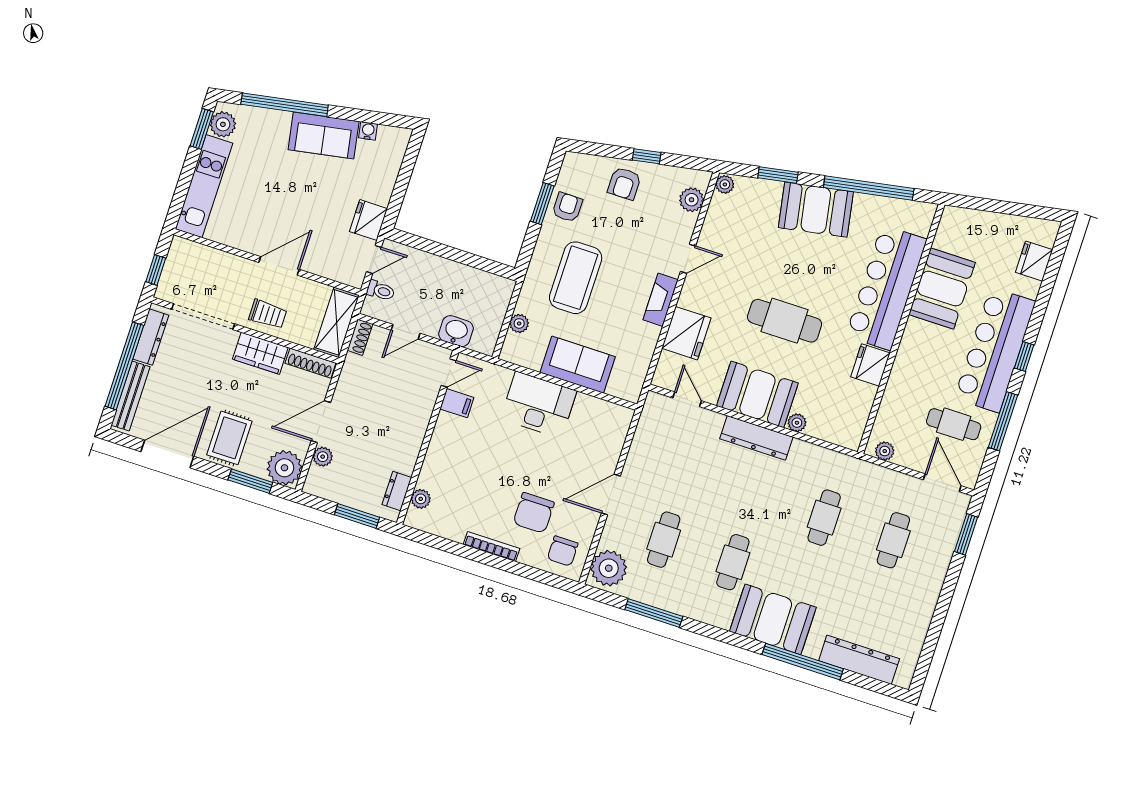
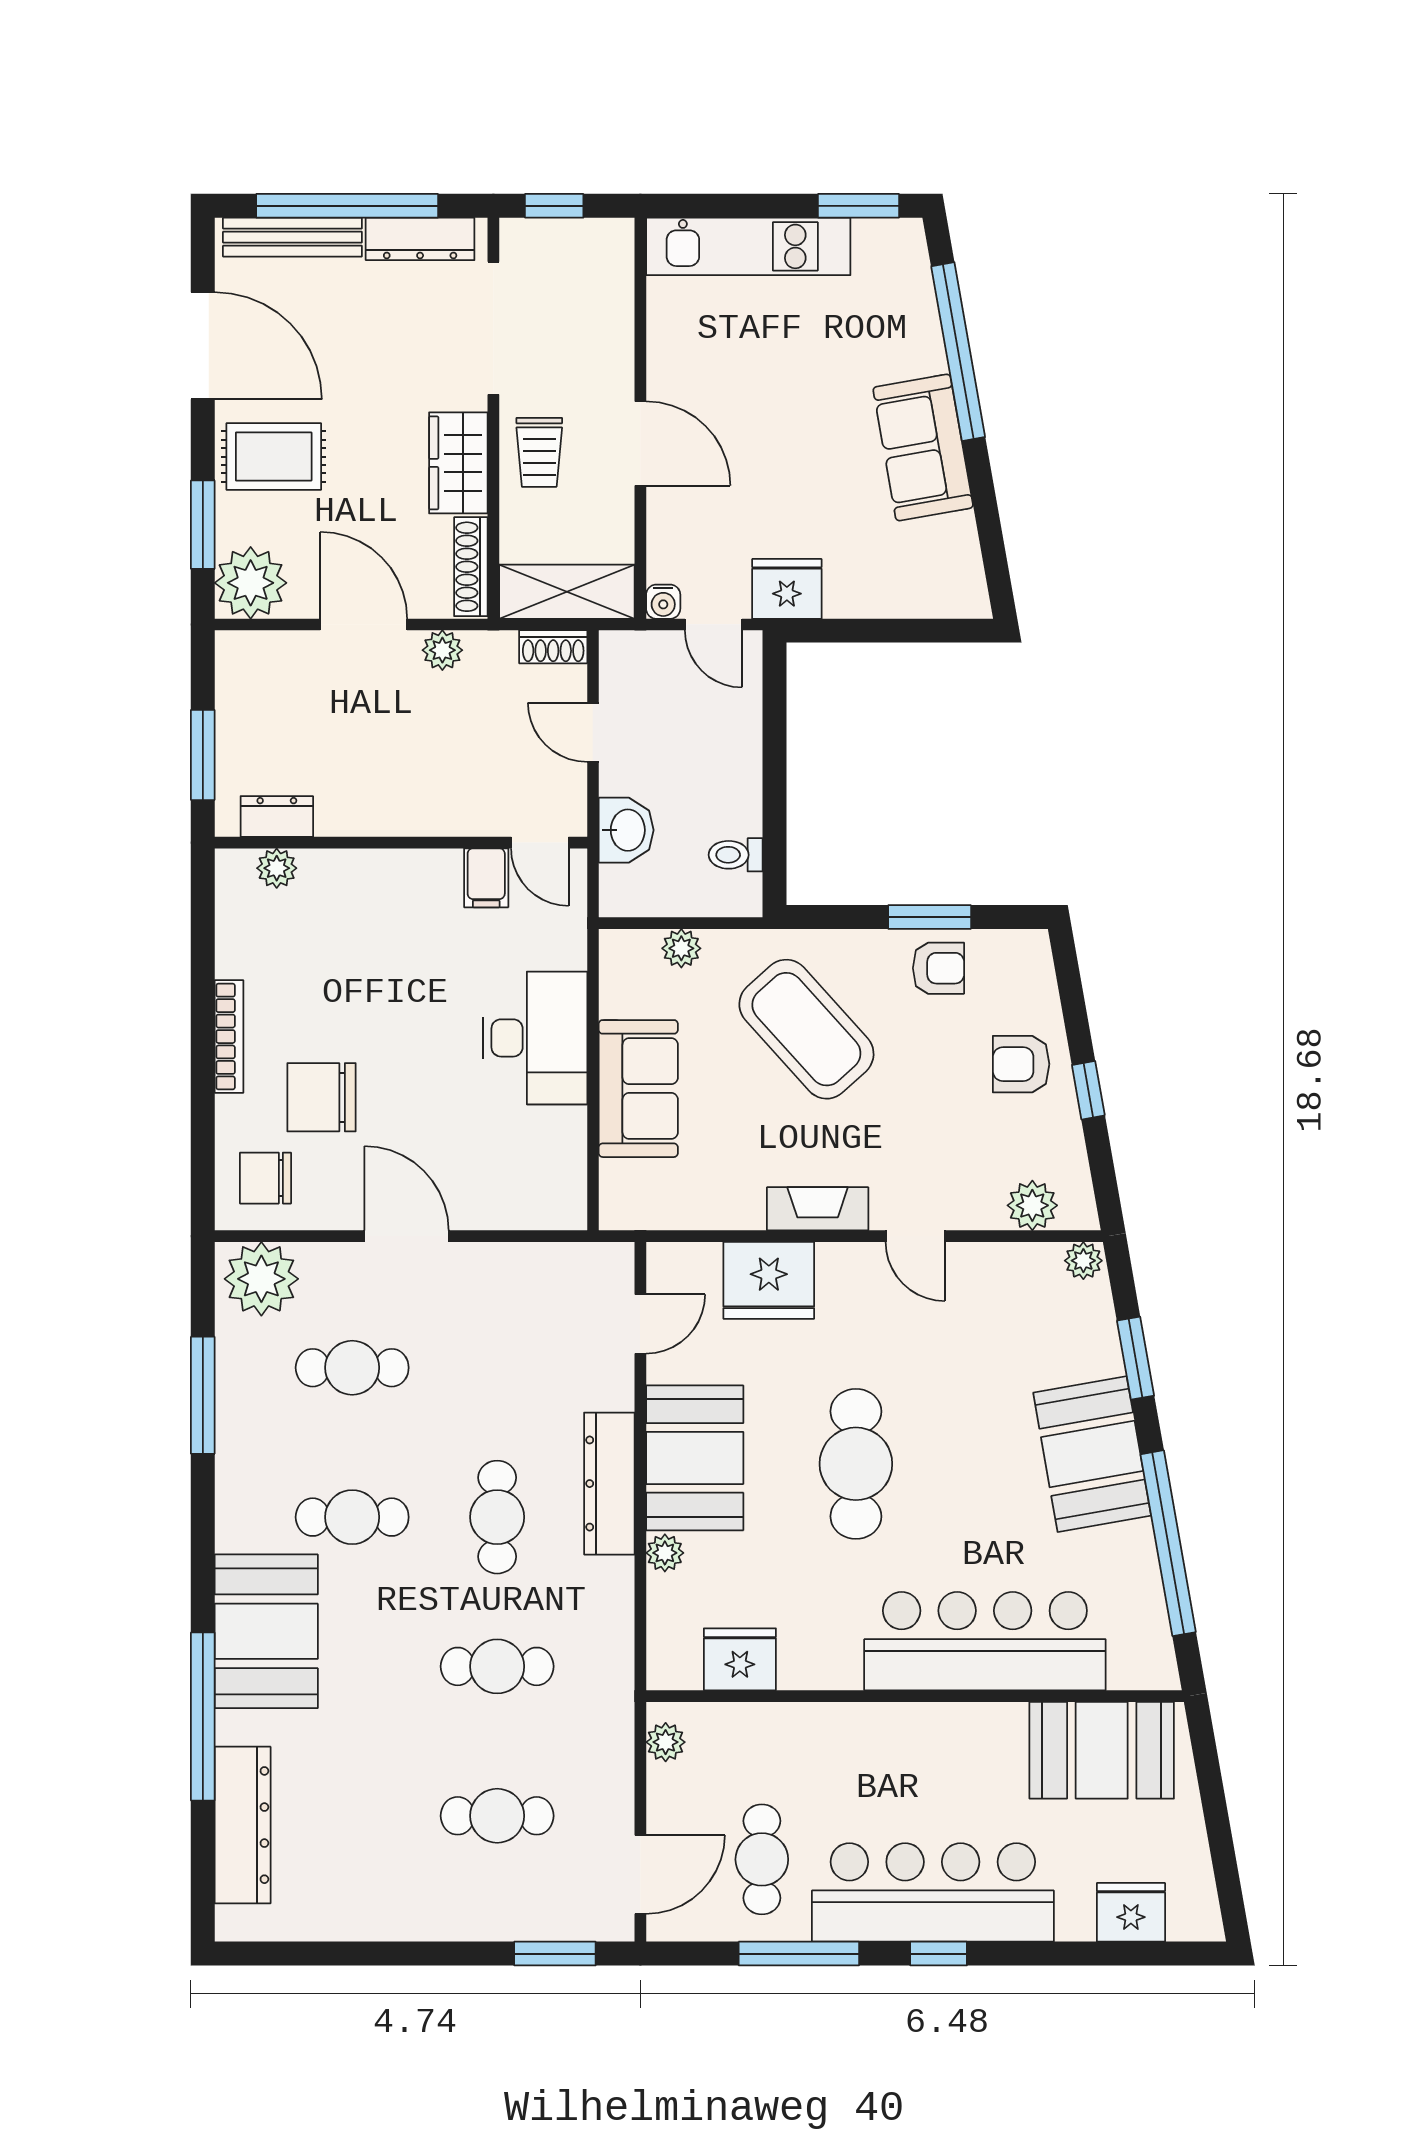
plant: (223, 124) -> (881, 244), removed
water cooler: (368, 131) -> (663, 602), moved, turned 100
coffee table: (576, 278) -> (806, 1029), turned 48
booth: (942, 289) -> (1102, 1750), moved
toilet: (381, 291) -> (736, 855), moved, turned 90
fridge: (870, 365) -> (740, 1659), moved
plant: (323, 457) -> (442, 650), moved
cafe table: (755, 495) -> (497, 1517), added

